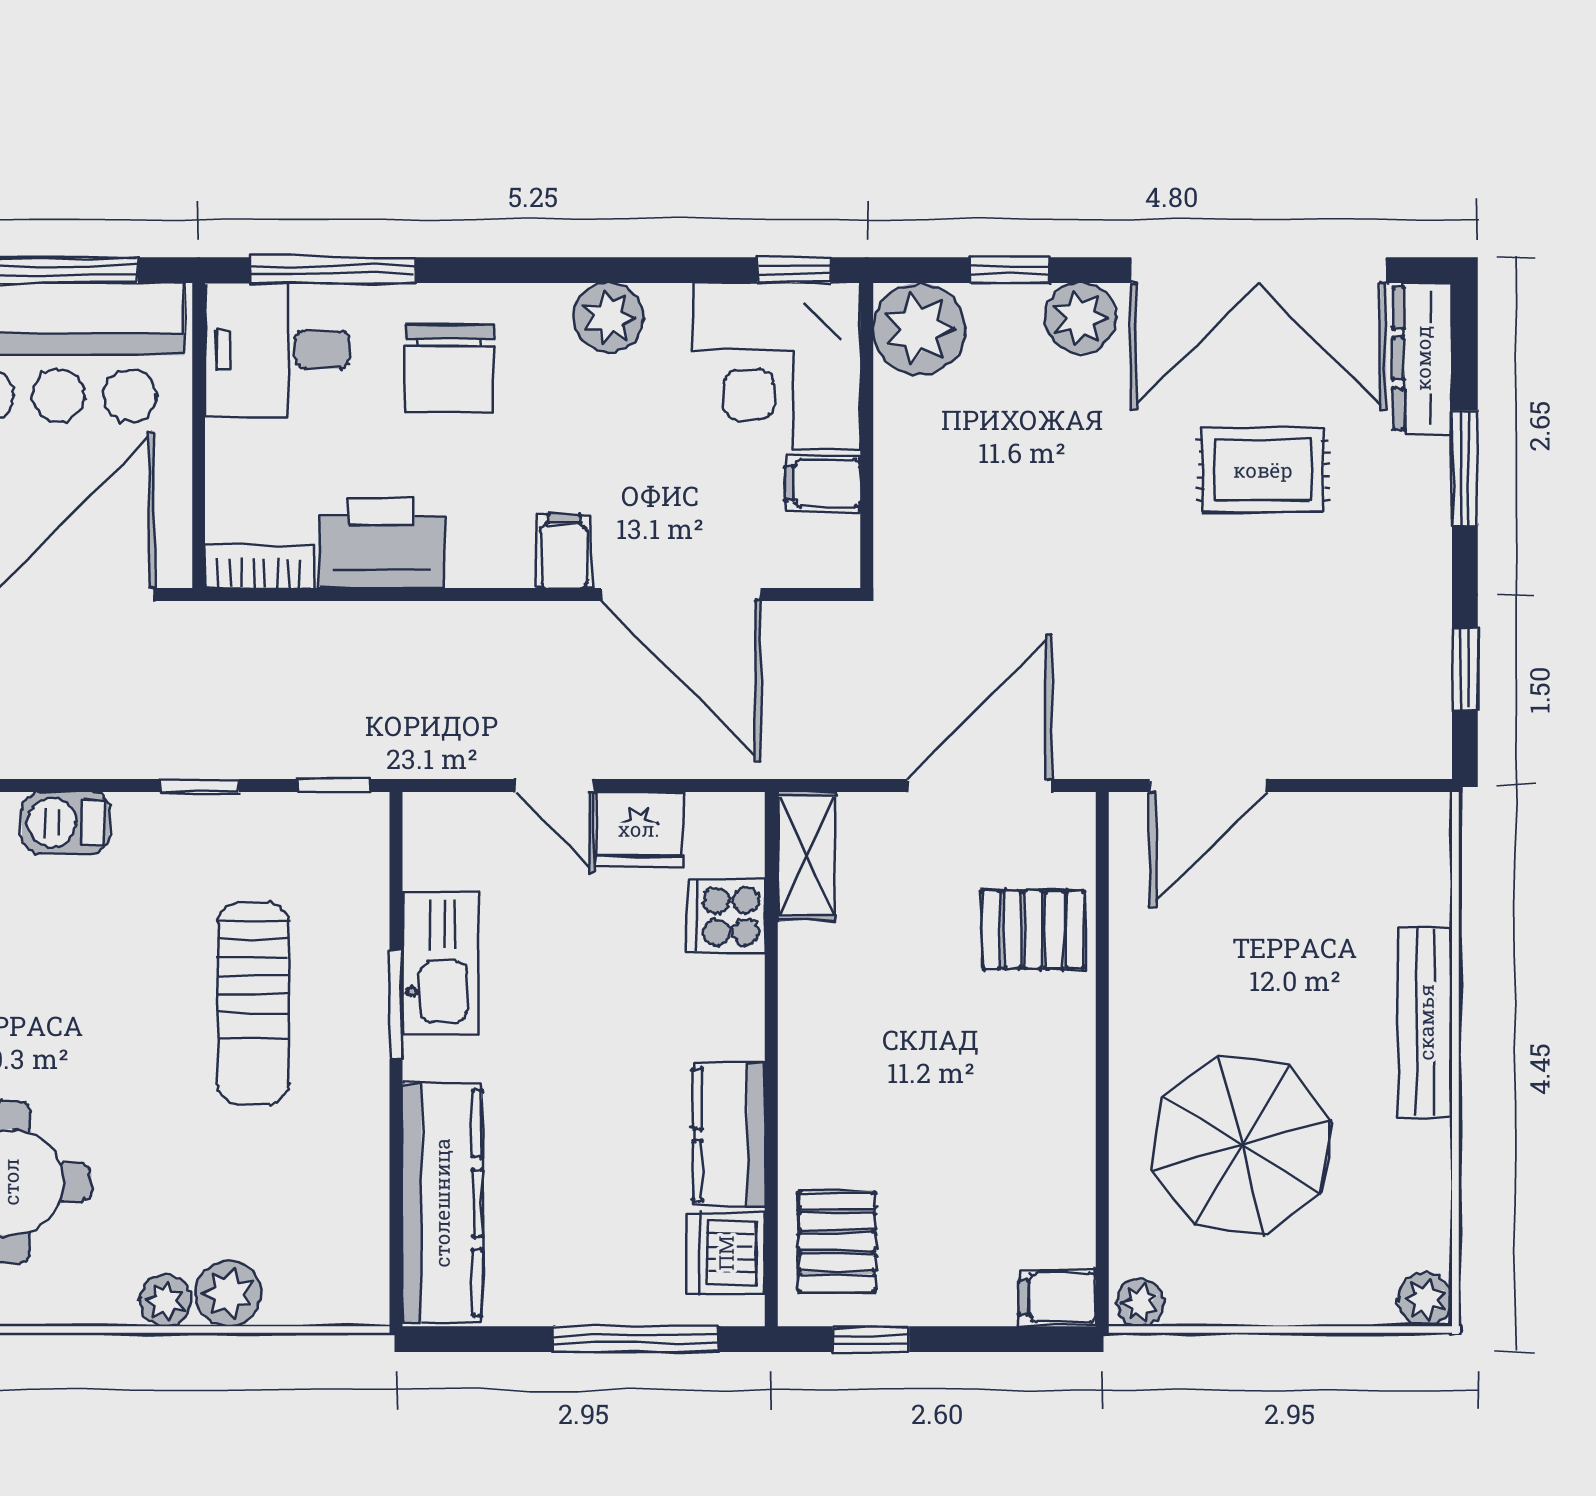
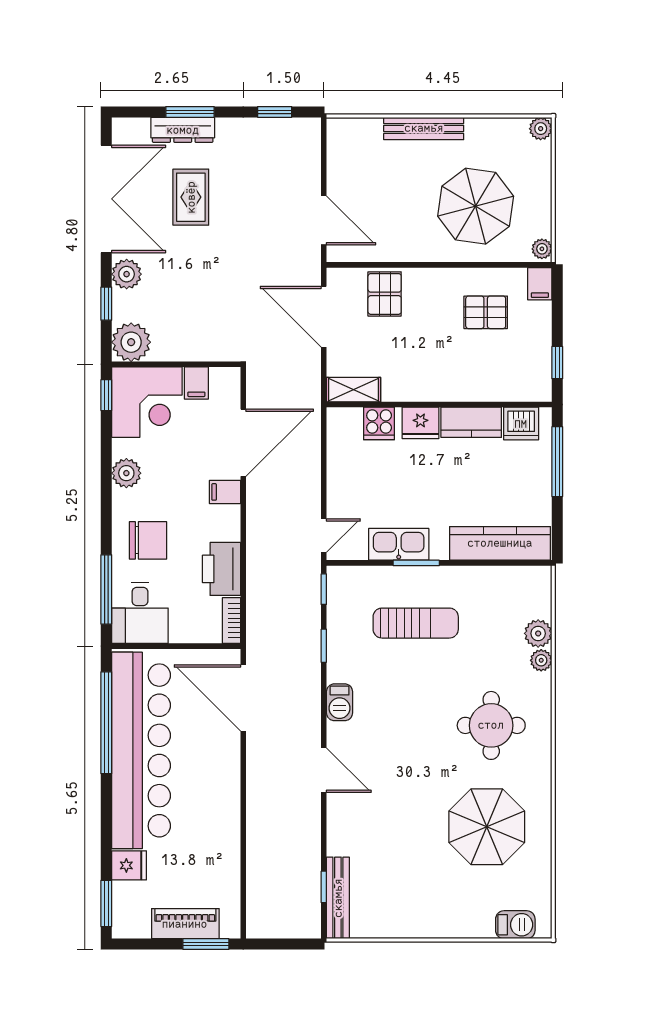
dresser: (1423, 358) -> (183, 130), moved
door: (554, 785) -> (324, 536), moved
fridge: (639, 829) -> (420, 423), moved, turned 90
pallet: (837, 1242) -> (486, 312), moved

